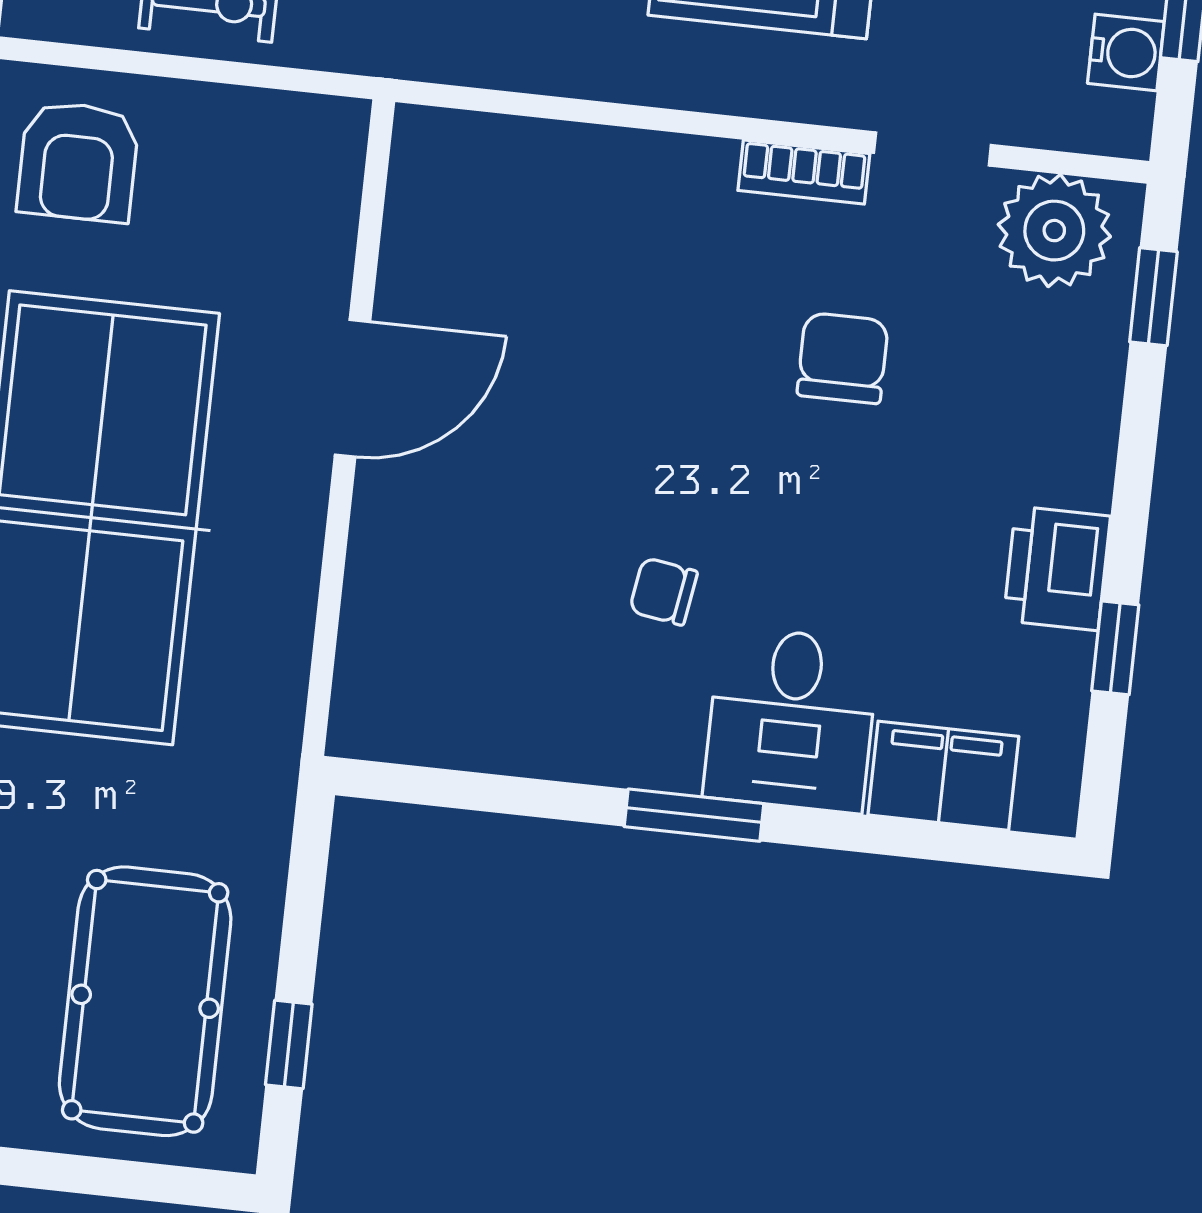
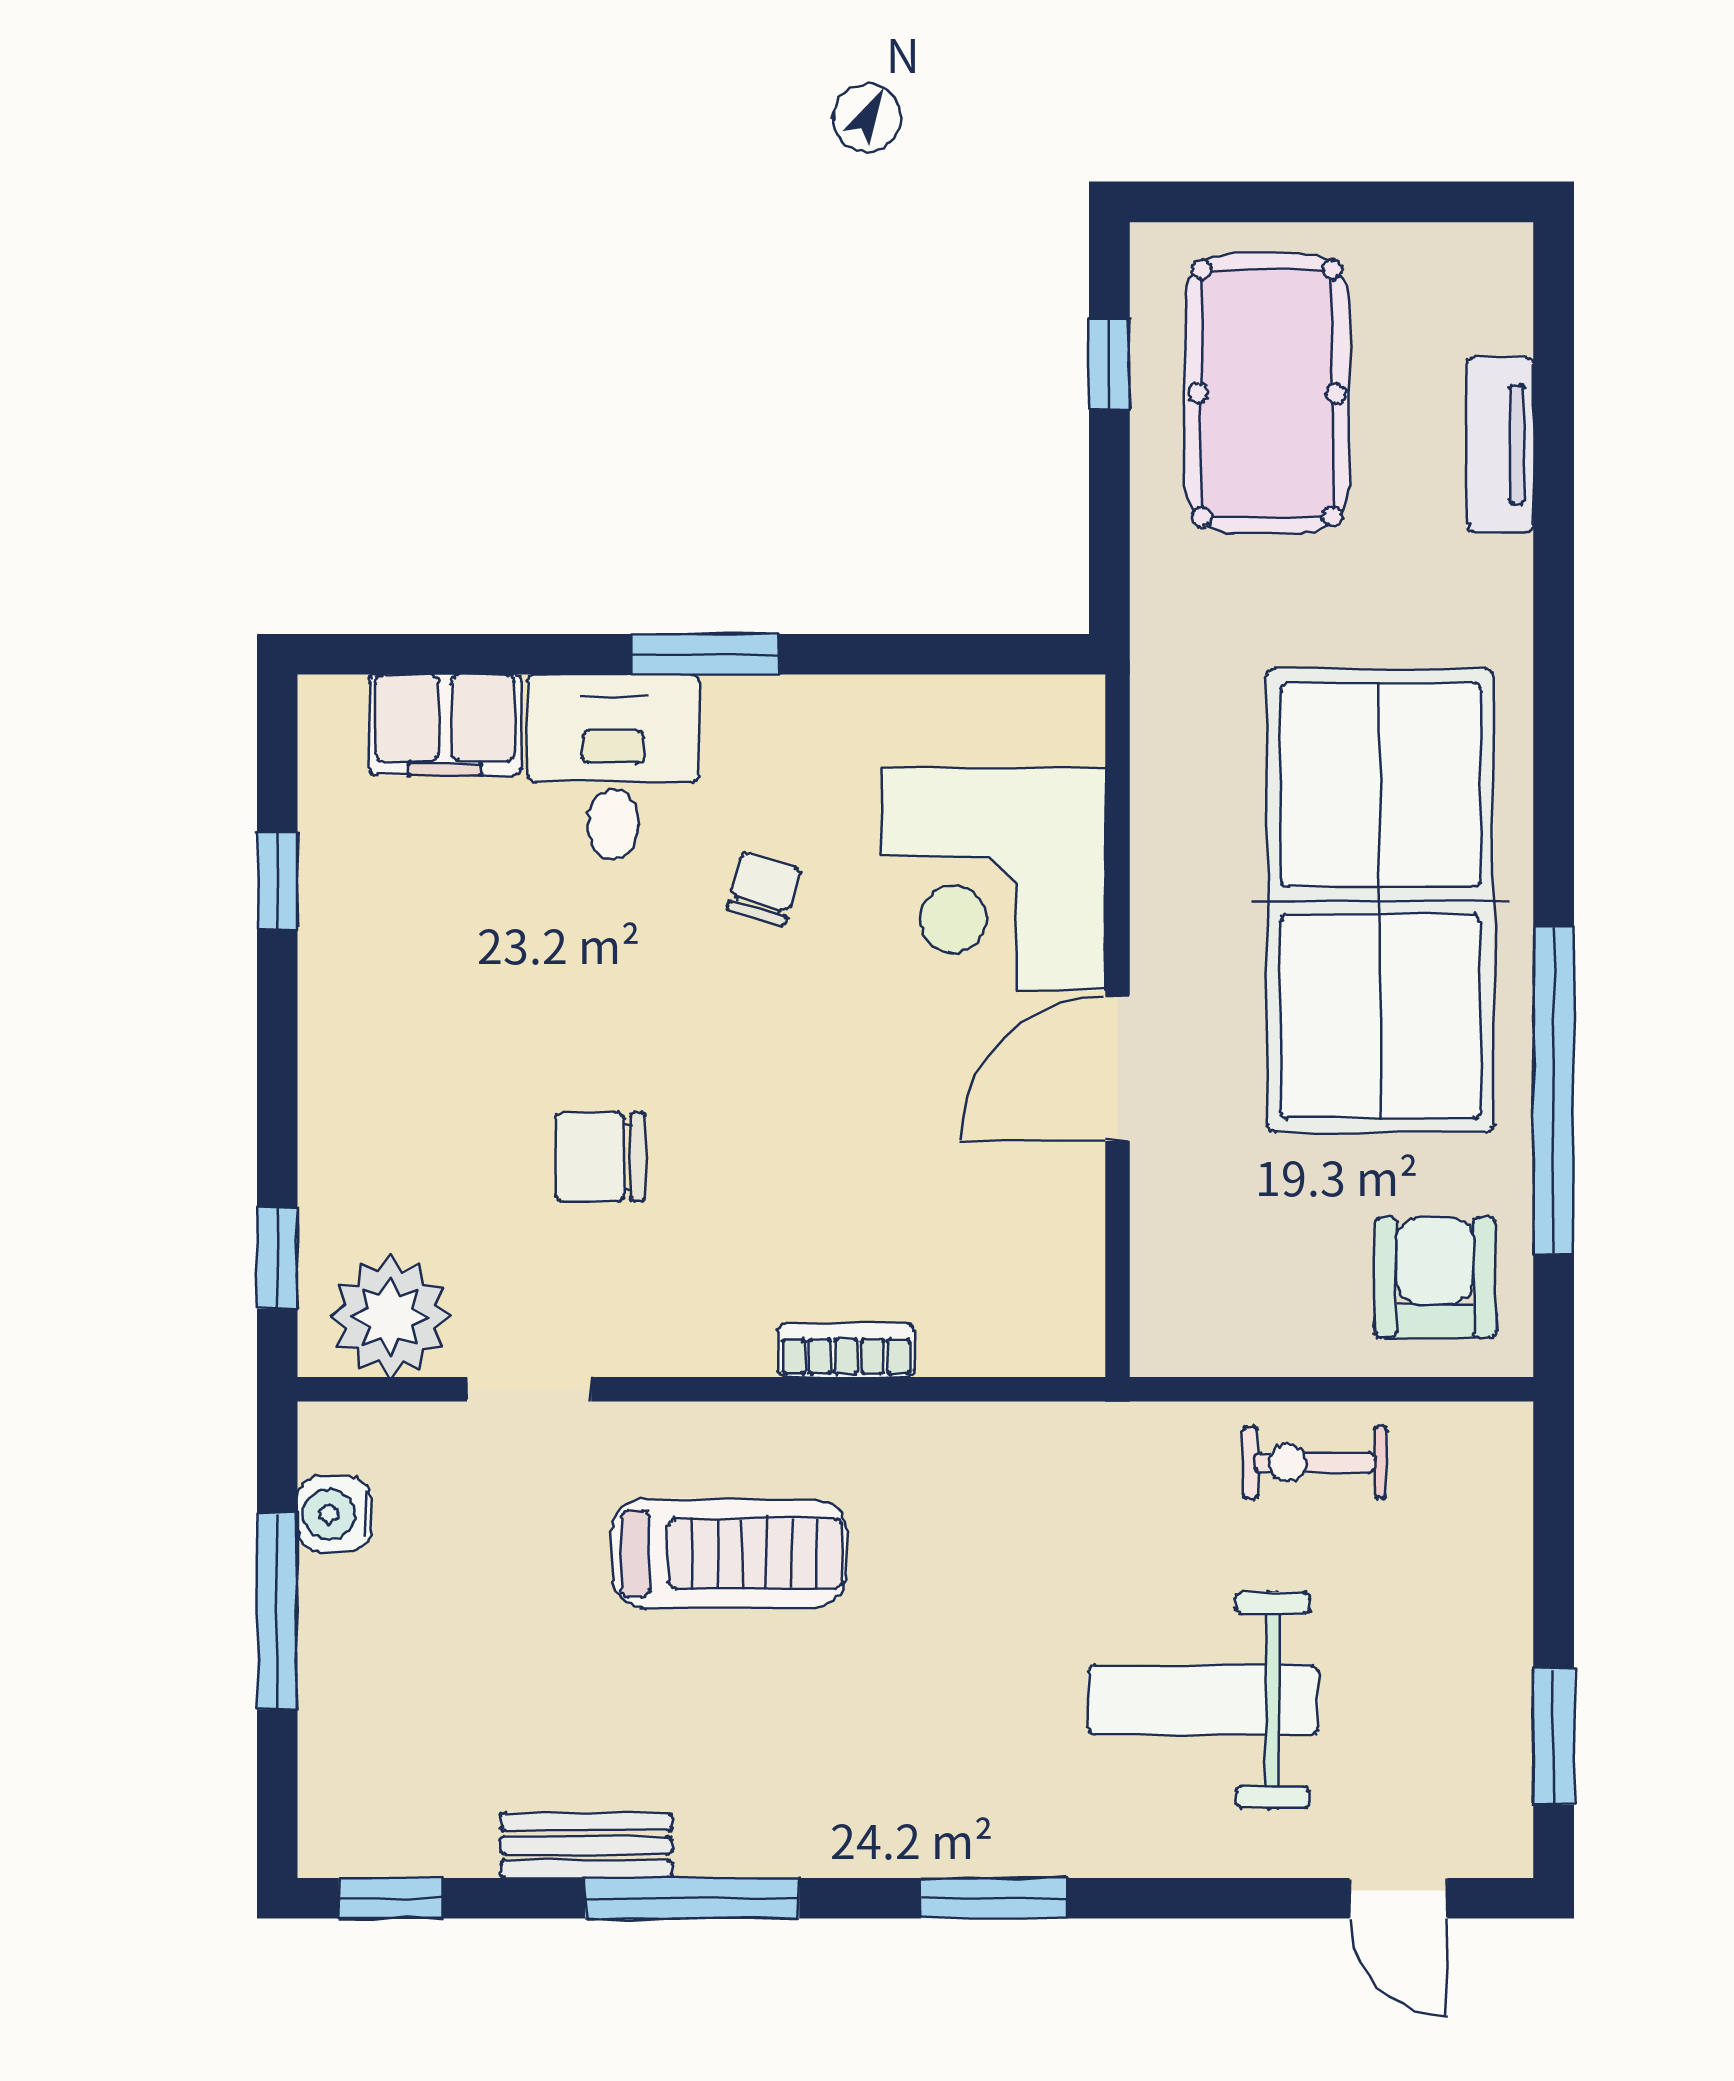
bookcase: (804, 172) -> (846, 1350), moved
chair: (843, 358) -> (600, 1157), turned 90
printer: (1057, 568) -> (348, 958), removed
corner desk: (449, 577) -> (993, 879), added
chair: (663, 591) -> (764, 888), turned -83

